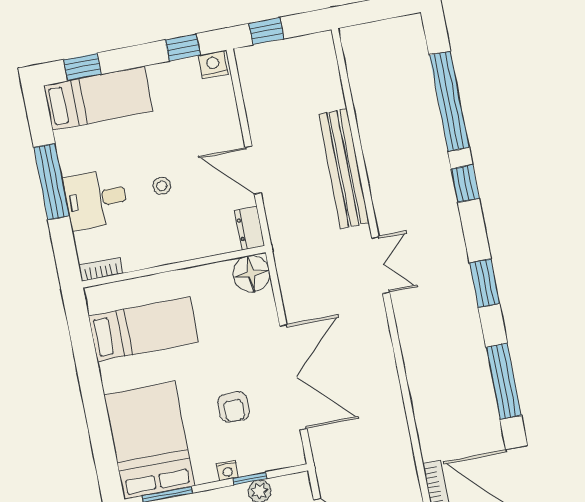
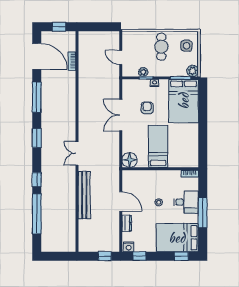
bed: (98, 98) -> (177, 238), width x1.50
dresser: (249, 228) -> (127, 223), moved
bed: (144, 329) -> (158, 146), moved, turned 90
double door: (293, 377) -> (121, 115), width x0.73

